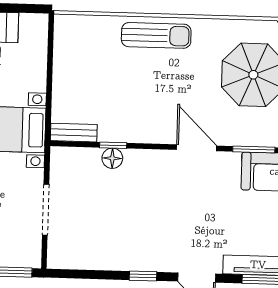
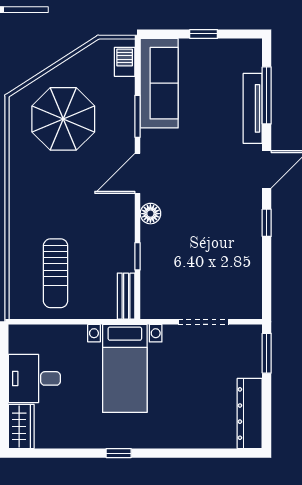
sun lounger: (156, 35) -> (56, 273), moved, turned 180
floor lamp: (112, 158) -> (150, 214), moved

